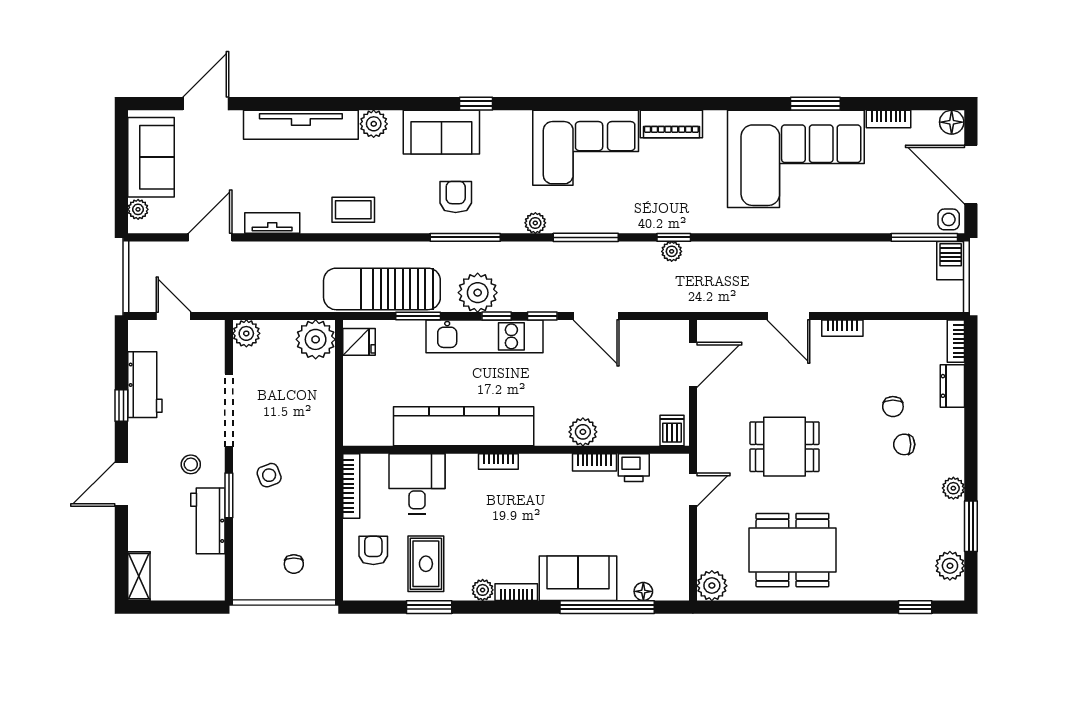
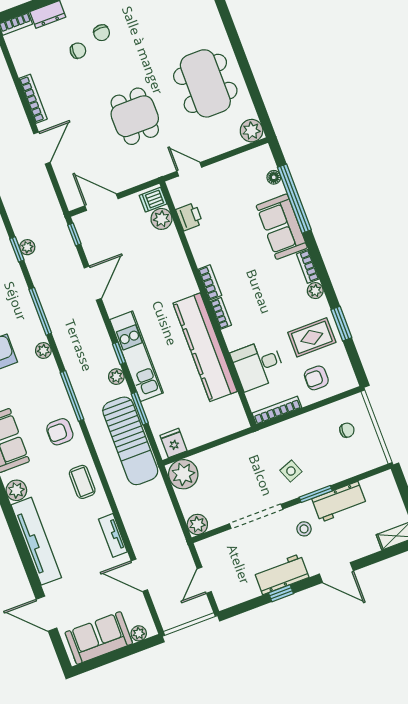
armchair: (456, 197) -> (60, 432), moved
plant: (478, 293) -> (116, 377), width x0.53, depth x0.53
window: (542, 316) -> (74, 234), moved
bookcase: (842, 328) -> (33, 99), width x1.56
workbench: (145, 385) -> (281, 574), moved
plant: (583, 432) -> (161, 219), moved
bookcase: (594, 462) -> (210, 282), moved

